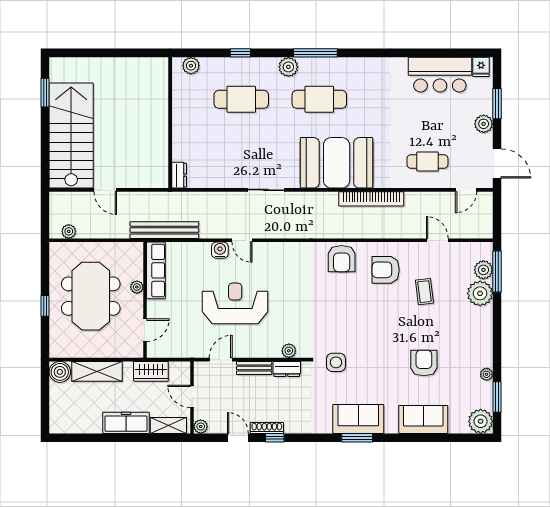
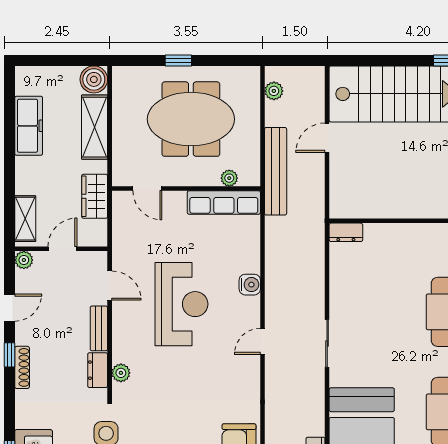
bench: (164, 230) -> (276, 171), moved
door: (242, 240) -> (262, 341), moved
plant: (137, 287) -> (229, 178), moved
freezer: (126, 423) -> (29, 126), moved
shoe rack: (267, 428) -> (22, 367), moved

